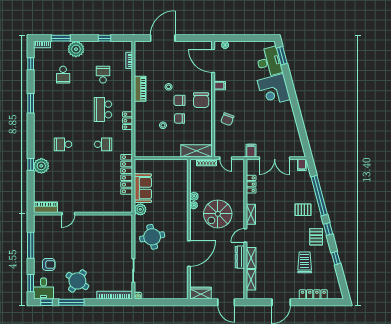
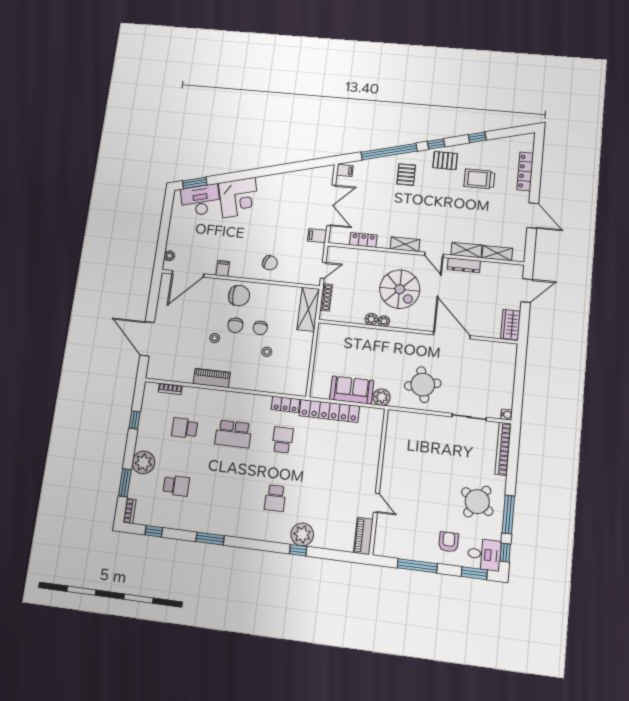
locker: (128, 121) -> (286, 404), moved

